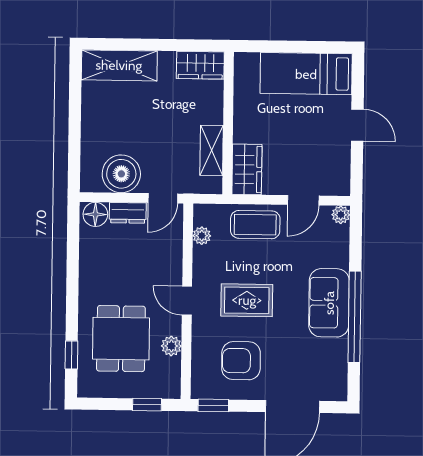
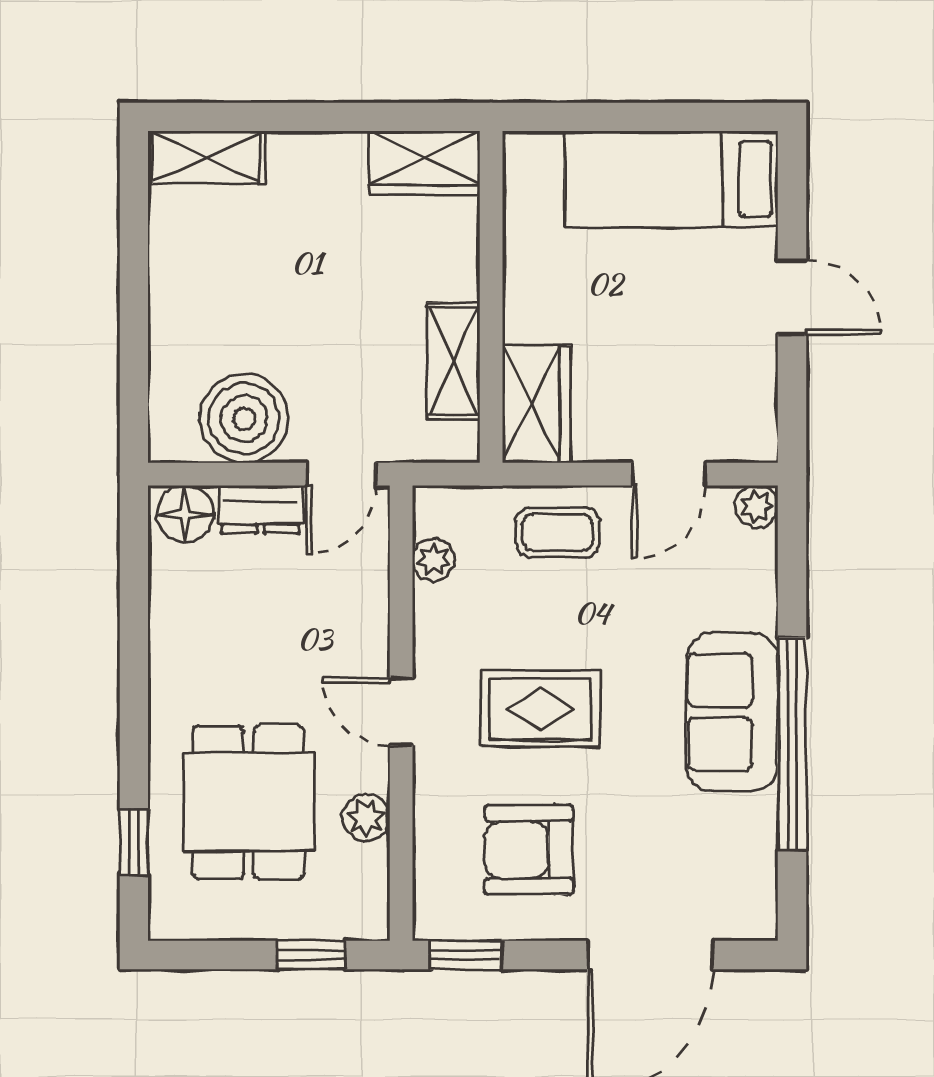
shelving: (119, 65) -> (207, 157), width x0.67, depth x0.75
coffee table: (255, 225) -> (558, 532), width x0.73, depth x0.77

